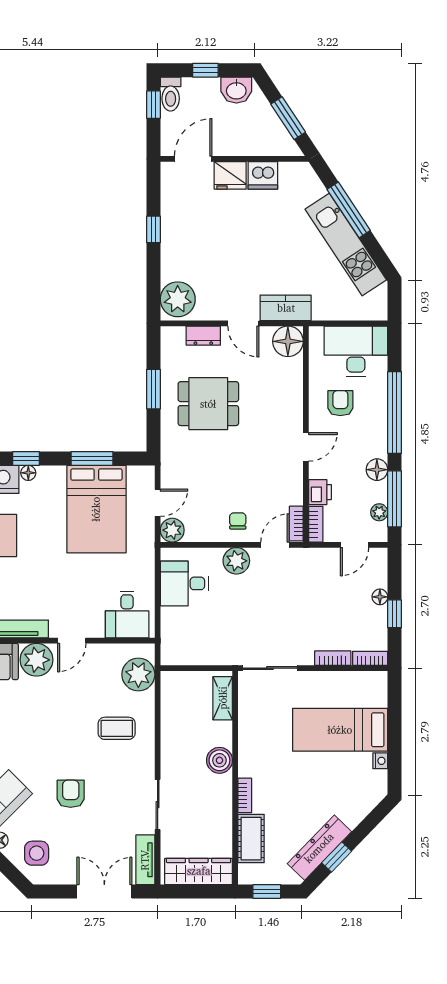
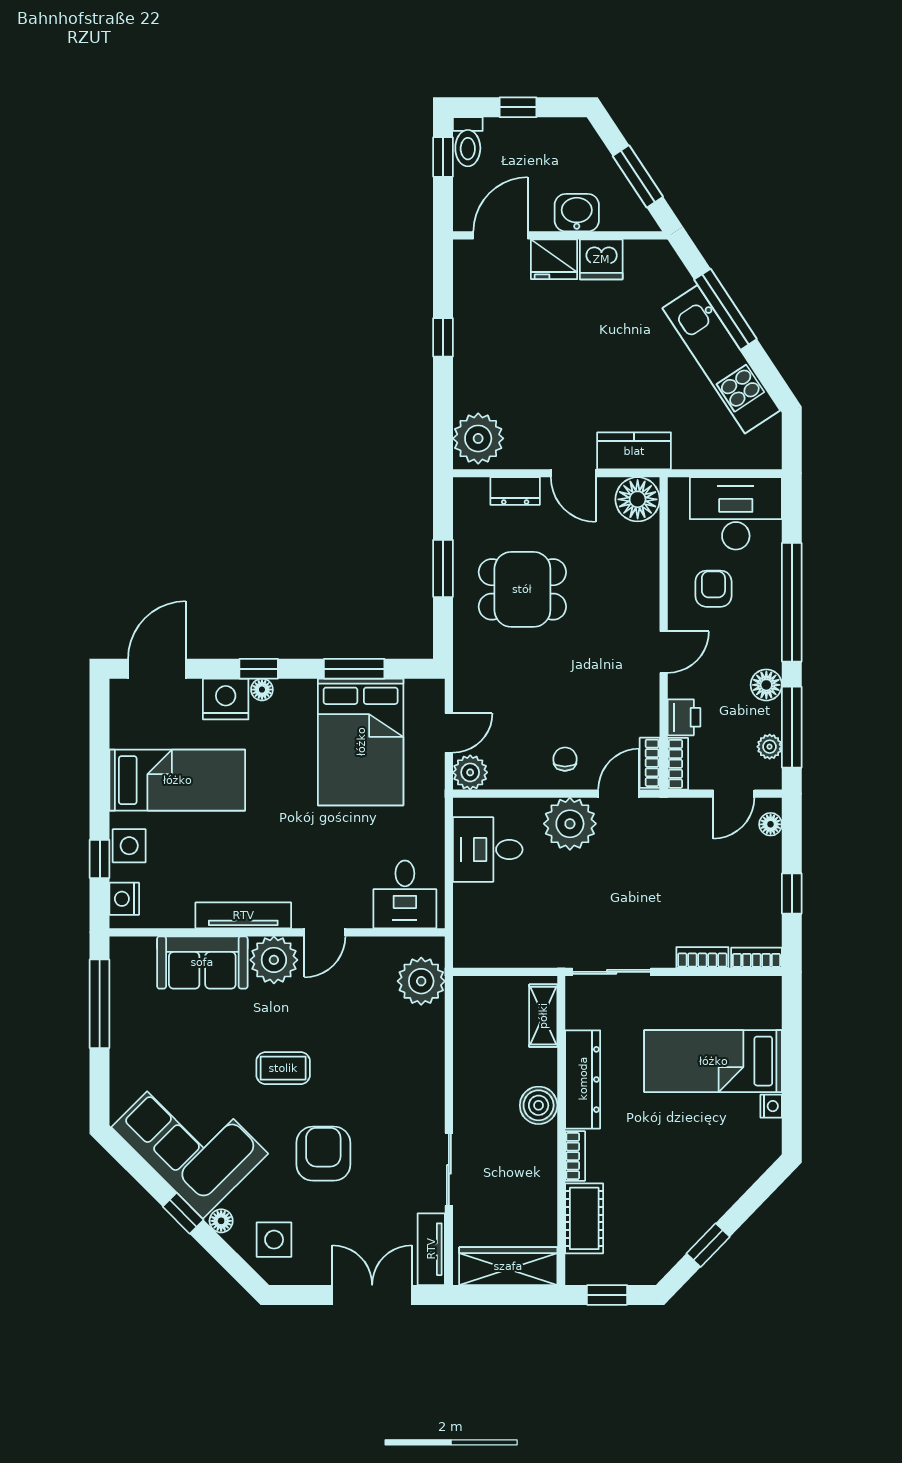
washbasin: (236, 90) -> (577, 213), moved, turned 180
plant: (236, 561) -> (570, 824), width x1.36, depth x1.36
floor lamp: (380, 597) -> (771, 824), moved
coffee table: (117, 728) -> (283, 1068), moved
armchair: (71, 794) -> (323, 1154), width x1.38, depth x1.38
dresser: (319, 848) -> (583, 1079), moved, turned 136

